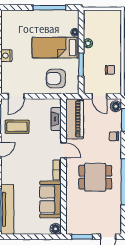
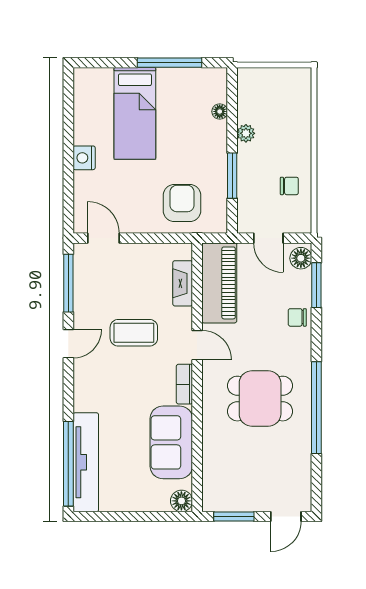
bed: (56, 48) -> (135, 113), moved, turned -90
armchair: (56, 78) -> (182, 203), turned 90
door: (16, 96) -> (103, 238), swing flipped
coffee table: (17, 127) -> (134, 333), moved

